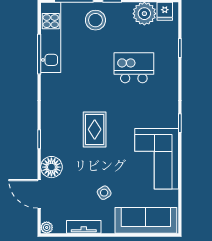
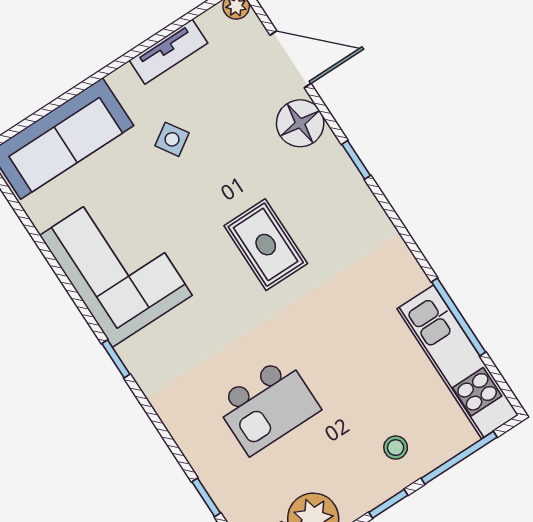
stool: (95, 20) -> (396, 448), width x0.53, depth x0.53

